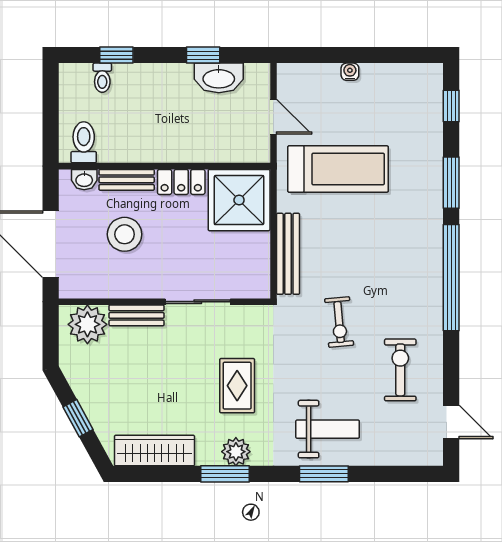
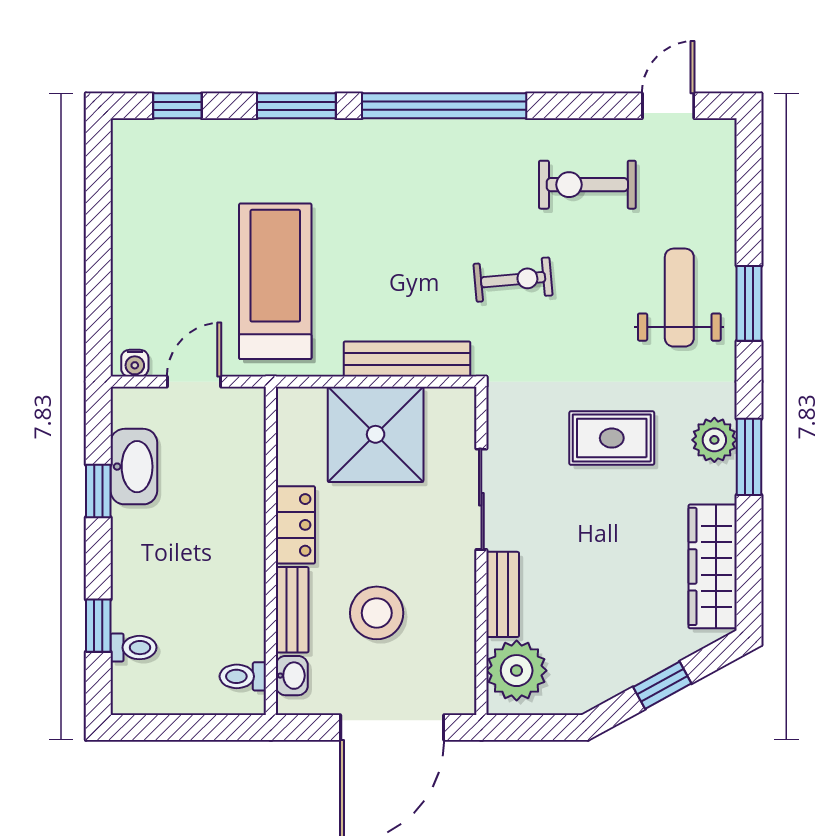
water cooler: (350, 72) -> (135, 363), moved, turned -90
toilet: (84, 142) -> (243, 676), width x0.73, depth x0.72
shower: (239, 200) -> (376, 434), moved

